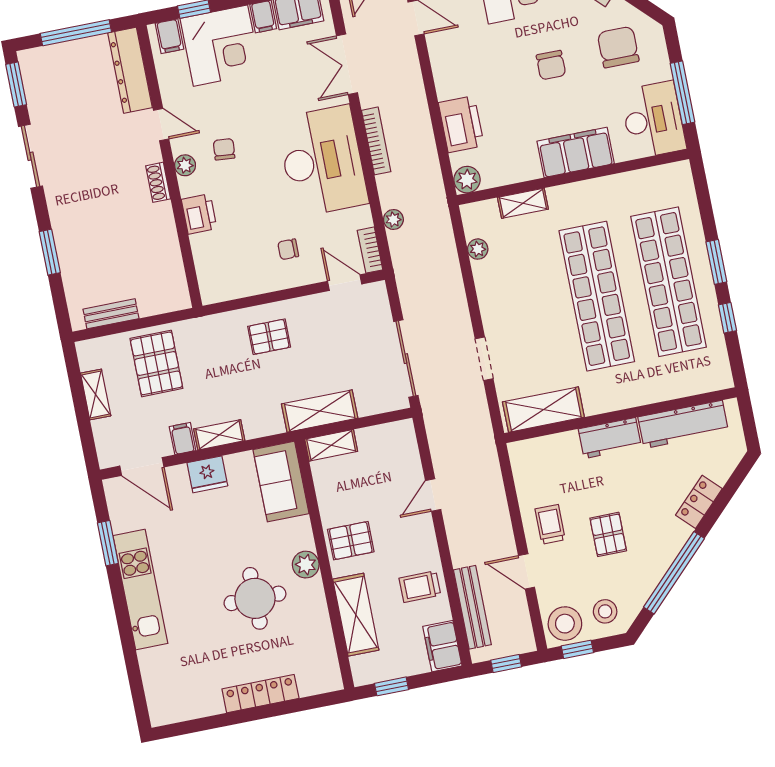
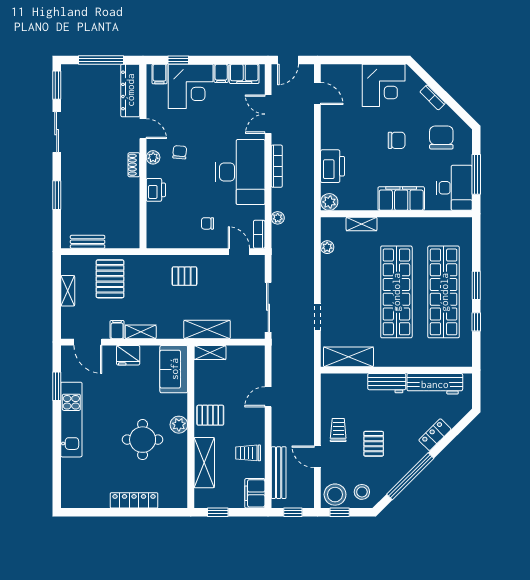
chair: (551, 65) -> (397, 140), turned -90

